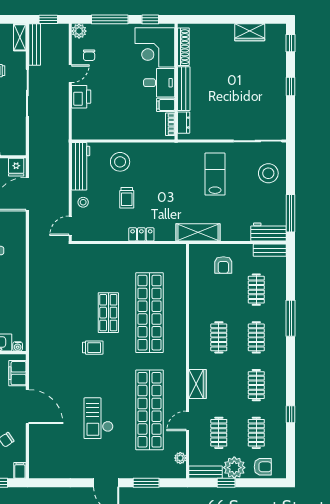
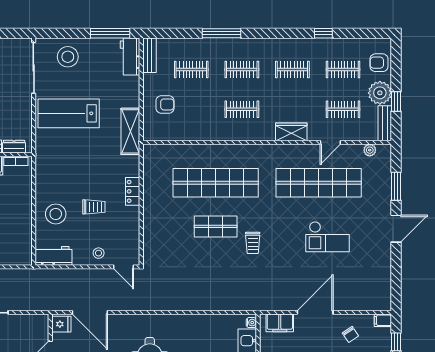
workbench: (81, 166) -> (53, 256), width x0.73
lab bench: (215, 174) -> (69, 113), width x1.36, depth x1.39
trolley: (93, 348) -> (253, 243), turned 180
door: (188, 421) -> (330, 142), hinge flipped
armchair: (263, 467) -> (379, 63), turned -90

